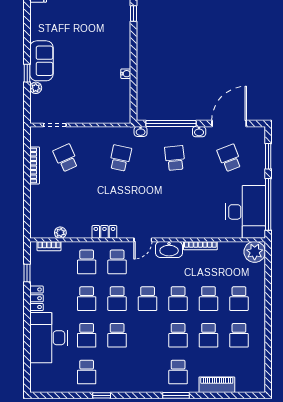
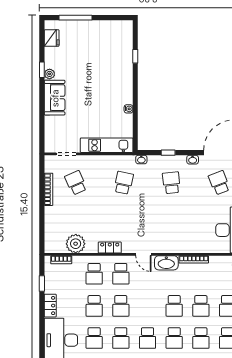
window: (27, 73) -> (42, 70), moved
plant: (36, 88) -> (50, 74), moved
kitchen unit: (101, 115) -> (107, 145), added
window: (171, 124) -> (168, 153), width x0.32
plant: (60, 233) -> (76, 244), width x1.87, depth x1.87
door: (143, 240) -> (143, 254), hinge flipped
school desk: (148, 299) -> (148, 338), moved

